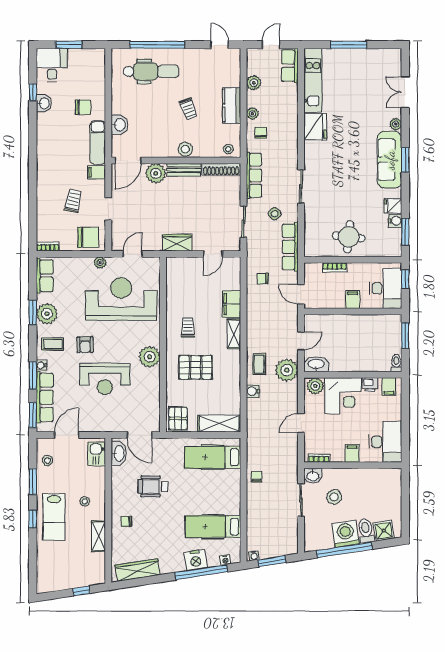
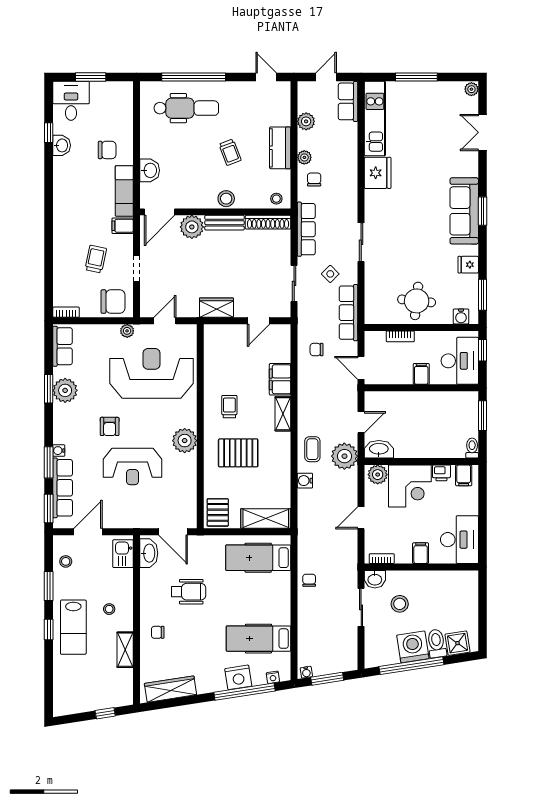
plant: (396, 124) -> (471, 89), moved
water cooler: (395, 221) -> (461, 316), moved, turned 90
coffee table: (53, 344) -> (72, 426), removed
wheelchair: (153, 486) -> (188, 592), turned 180

